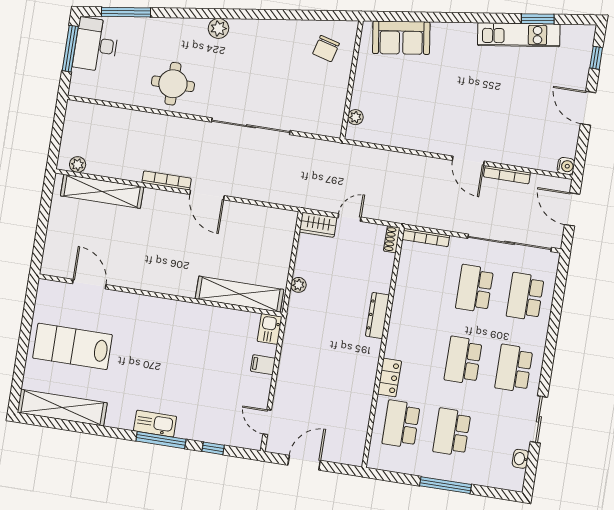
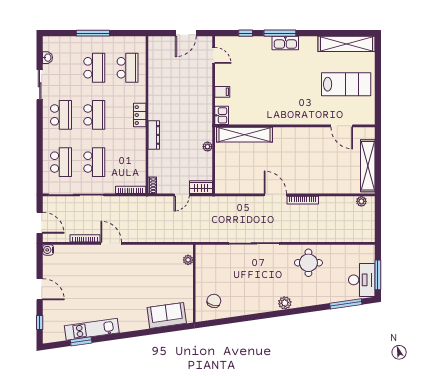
shelving: (102, 191) -> (368, 166), moved, turned 90
locker: (389, 378) -> (140, 115), moved

